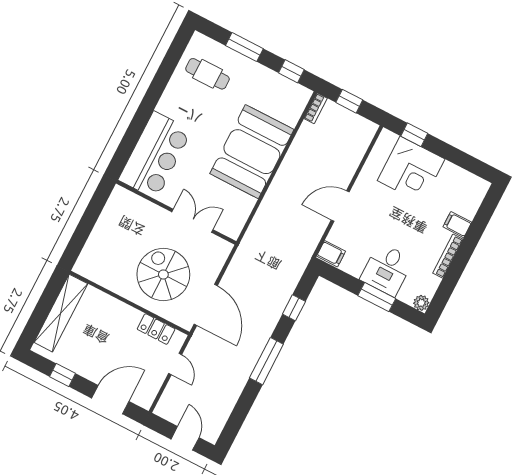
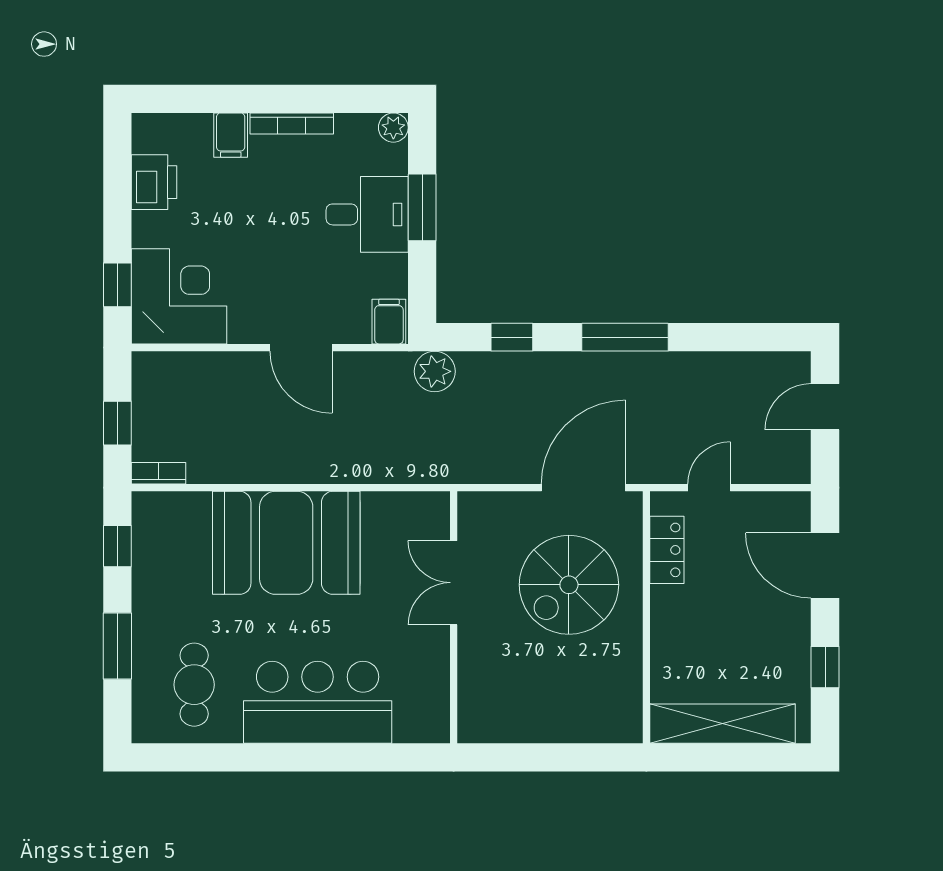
bar counter: (155, 155) -> (318, 702), moved
corner desk: (411, 170) -> (179, 296), moved
printer: (454, 177) -> (154, 182), added
plant: (296, 263) -> (435, 371), added

